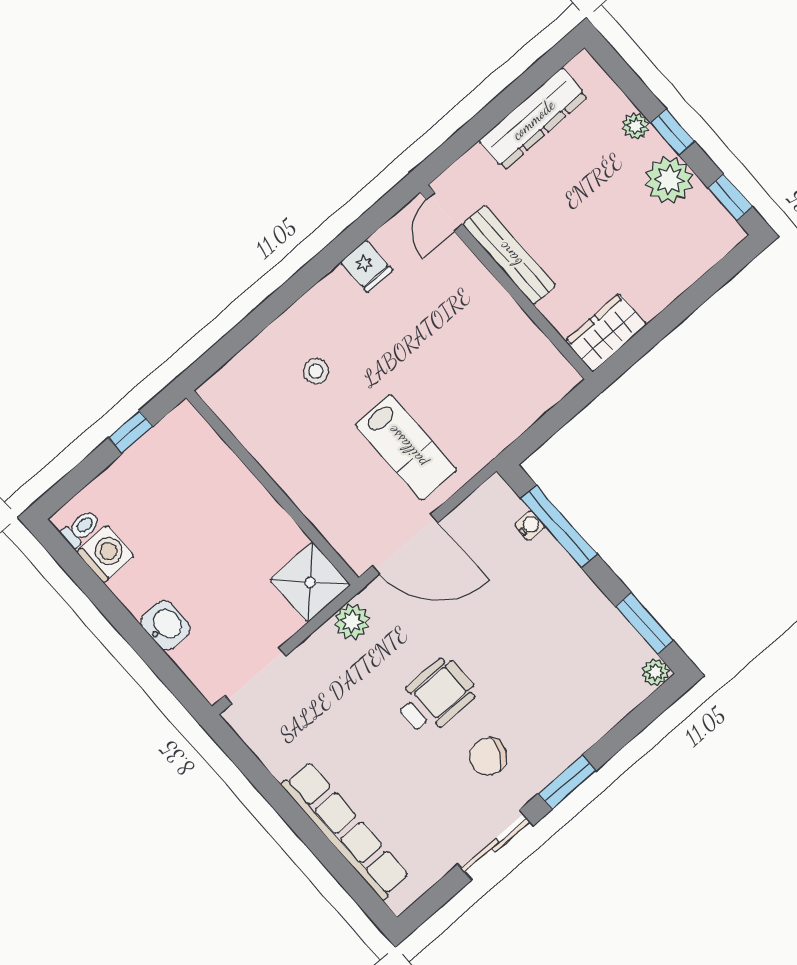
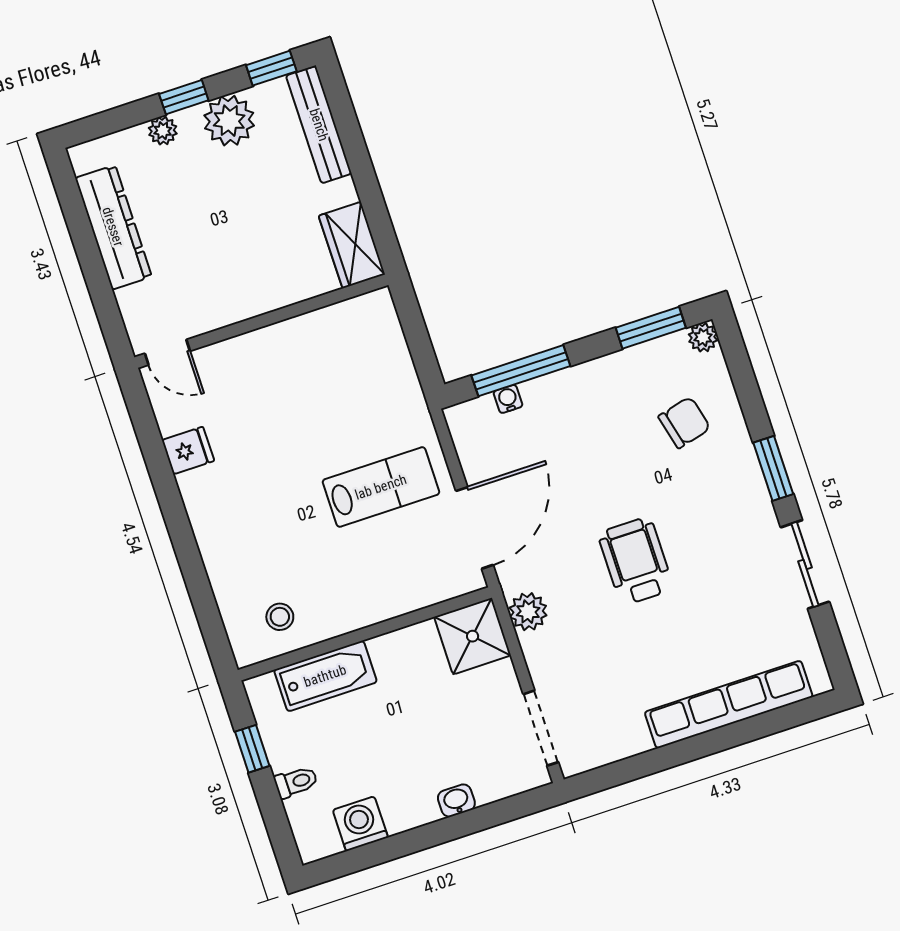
bench: (509, 255) -> (319, 125), moved, turned 90
stool: (316, 371) -> (280, 617), moved
bathtub: (221, 469) -> (325, 676), added
toilet: (81, 529) -> (296, 782), moved, turned 90
washbasin: (165, 625) -> (456, 801), width x0.72, depth x0.69
chair: (488, 757) -> (684, 422), moved, turned -128

